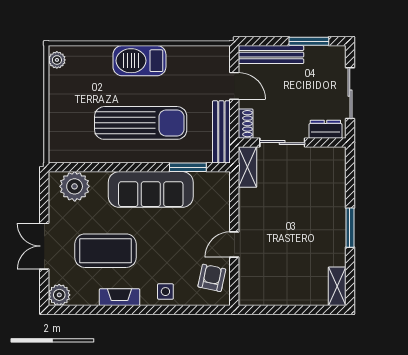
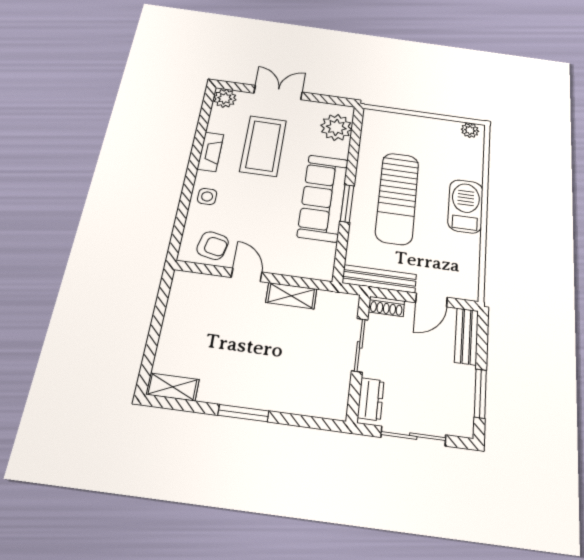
bench: (271, 55) -> (466, 336), width x0.73
window: (188, 167) -> (347, 203), moved
shelving: (248, 167) -> (291, 296), moved

